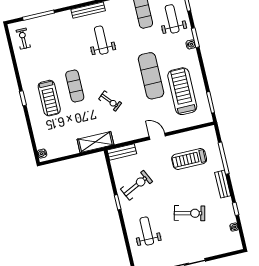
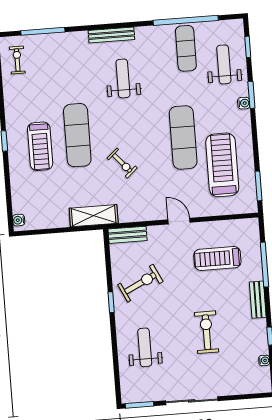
exercise mat: (75, 86) -> (77, 135), width x1.36, depth x1.45
exercise bike: (190, 213) -> (207, 332), turned -104

